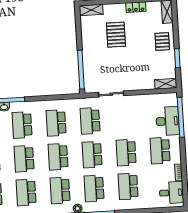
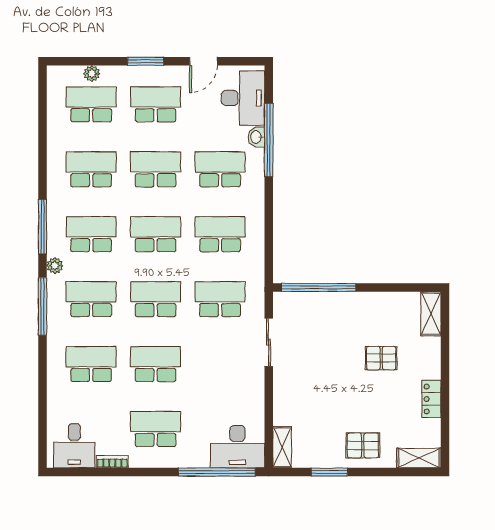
pallet: (116, 35) -> (381, 358), width x0.67, depth x0.71
desk: (168, 121) -> (237, 447), moved

